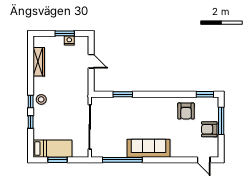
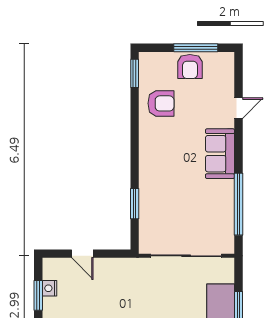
door: (91, 61) -> (82, 254), swing flipped
window: (221, 121) -> (196, 48), moved
sofa: (149, 148) -> (220, 154), width x0.73
door: (204, 160) -> (238, 108), moved

